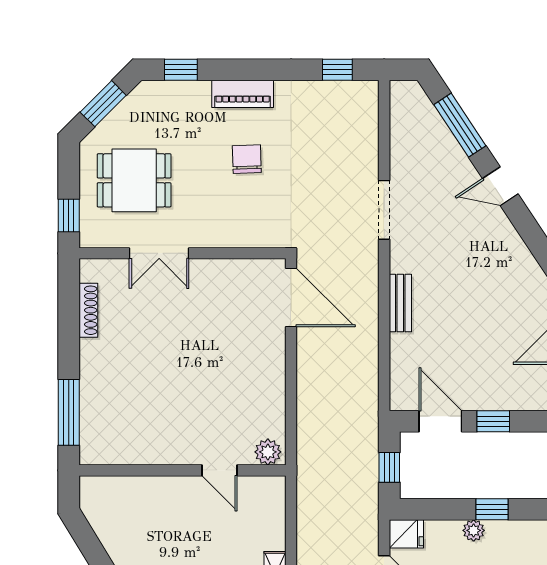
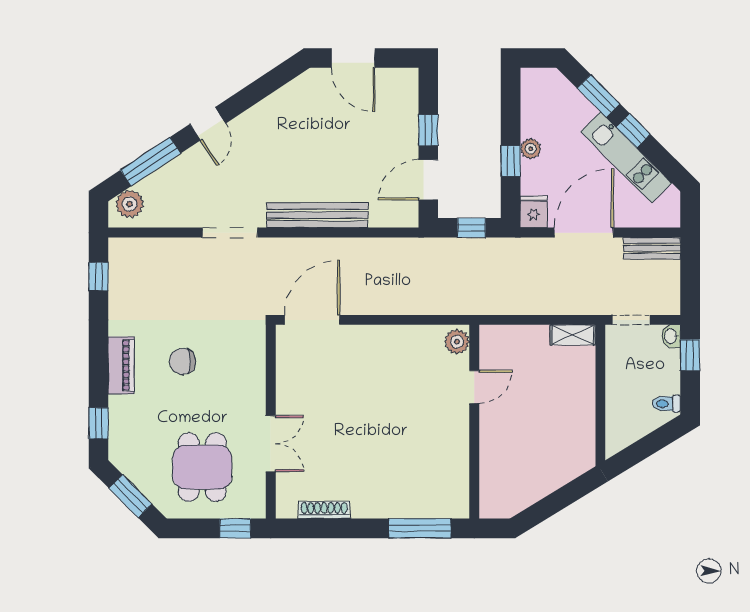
plant: (415, 103) -> (130, 204), added
bench: (400, 303) -> (317, 215), width x1.86, depth x1.21
window: (492, 509) -> (511, 161), moved

